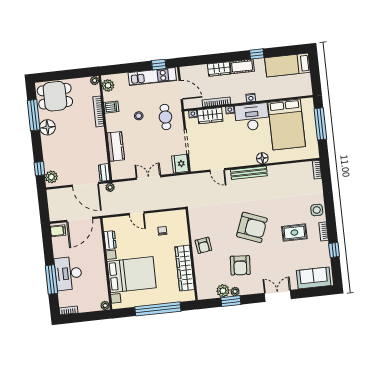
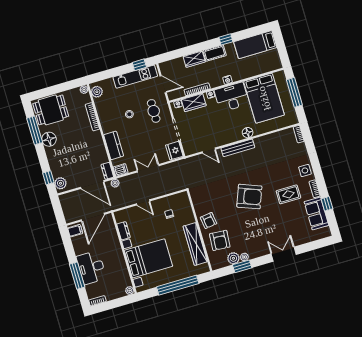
dishwasher: (111, 107) -> (121, 170), moved
armchair: (240, 265) -> (220, 240), moved
sofa: (314, 278) -> (316, 213), moved, turned -90

